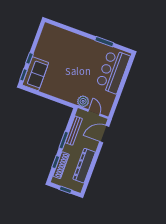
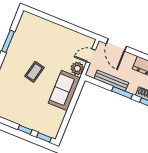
coffee table: (79, 65) -> (34, 72), added
bar counter: (113, 71) -> (43, 32), removed
sofa: (35, 74) -> (64, 91), moved, turned -90

